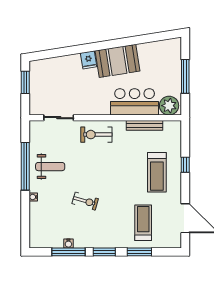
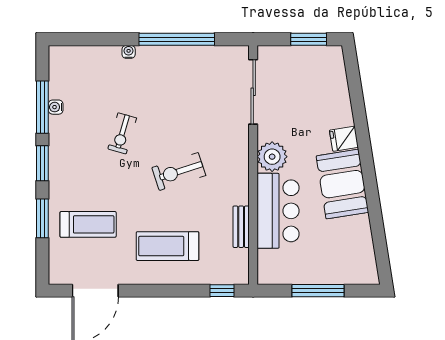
plant: (169, 106) -> (272, 157), moved
sliding door: (59, 118) -> (253, 92), width x1.37
bench: (145, 125) -> (241, 227), width x0.73
exercise bike: (96, 135) -> (179, 172), moved, turned -108
window: (185, 165) -> (222, 291), moved
weight bench: (50, 167) -> (176, 78), removed

